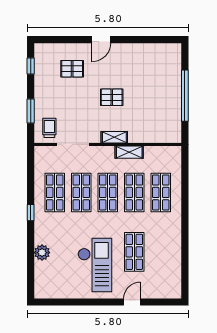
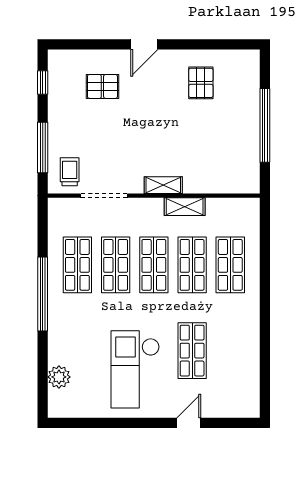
pallet: (112, 97) -> (201, 83), moved, turned 90
window: (31, 111) -> (43, 148), width x1.44
window: (31, 213) -> (43, 294), width x3.17
plant: (42, 253) -> (59, 377), moved
checkout: (95, 265) -> (135, 369), turned 180

